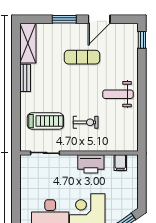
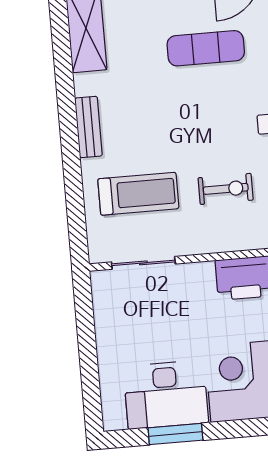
bench: (25, 78) -> (88, 127), moved

